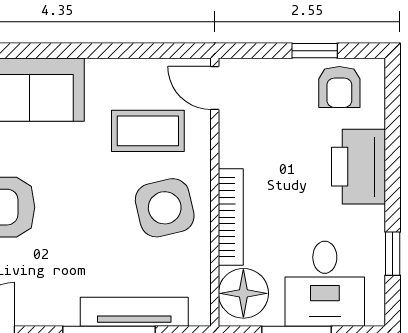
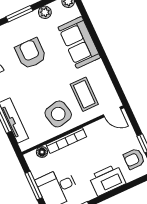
door: (215, 88) -> (112, 112), swing flipped
floor lamp: (243, 293) -> (42, 152), width x0.53, depth x0.53

